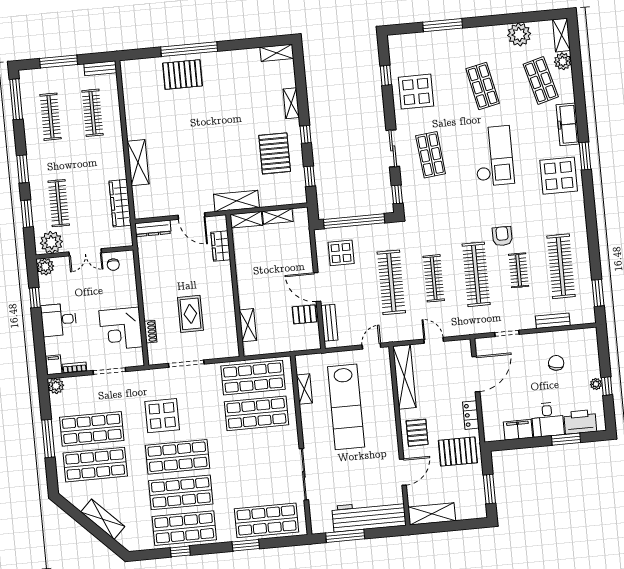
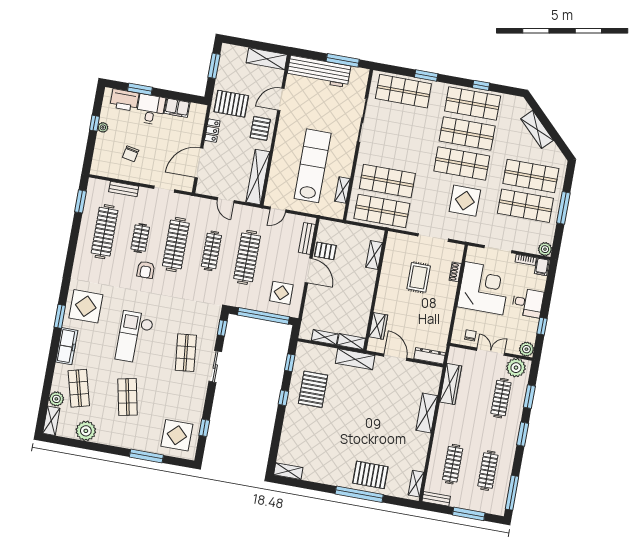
display table: (416, 92) -> (177, 435), moved
shelving: (291, 103) -> (416, 484), moved
corner desk: (121, 329) -> (484, 288), width x1.36, depth x1.36

